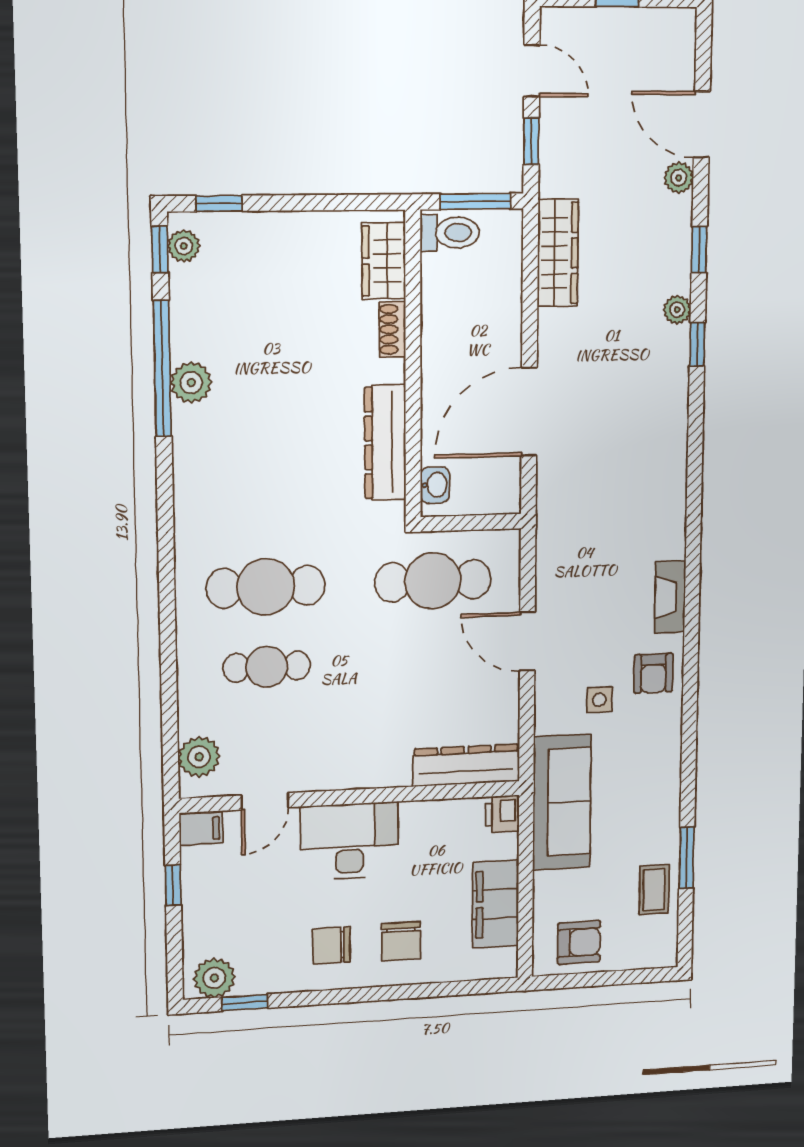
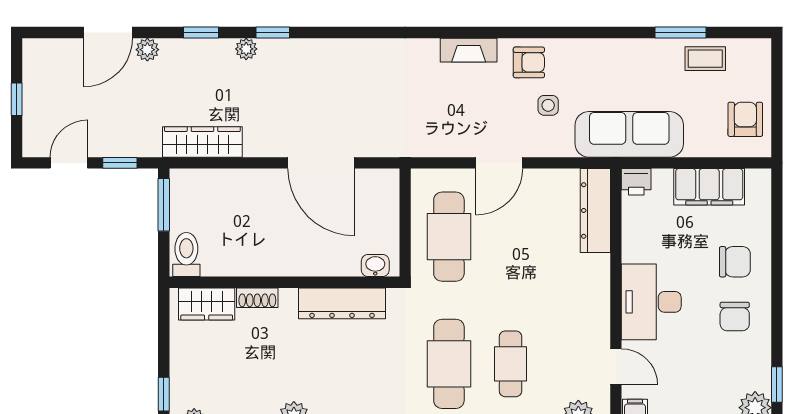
toilet: (450, 233) -> (186, 254), moved
wardrobe: (384, 261) -> (207, 304), moved
shoe rack: (392, 329) -> (257, 298), moved
wall: (413, 365) -> (284, 282), moved
dresser: (385, 442) -> (342, 303), moved
washbasin: (435, 485) -> (375, 266), moved

